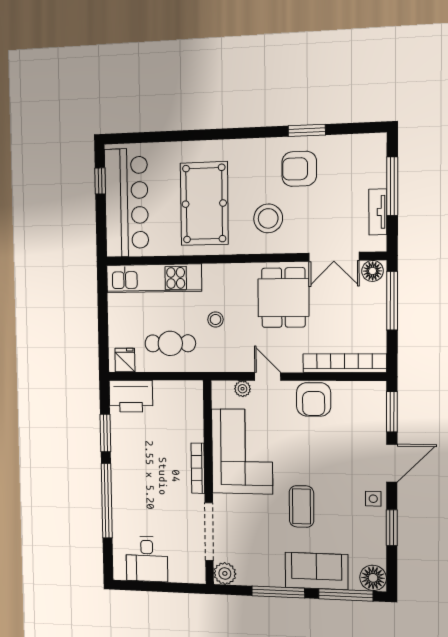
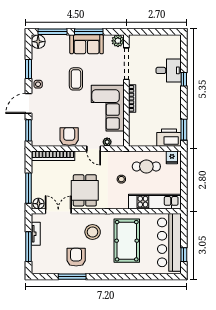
window: (307, 130) -> (72, 277), width x1.44
armchair: (299, 169) -> (76, 257), turned -90
window: (105, 433) -> (184, 130), moved
window: (107, 501) -> (184, 79), width x0.32
desk: (147, 559) -> (169, 70), moved, turned 90
sofa: (317, 571) -> (87, 44), moved

